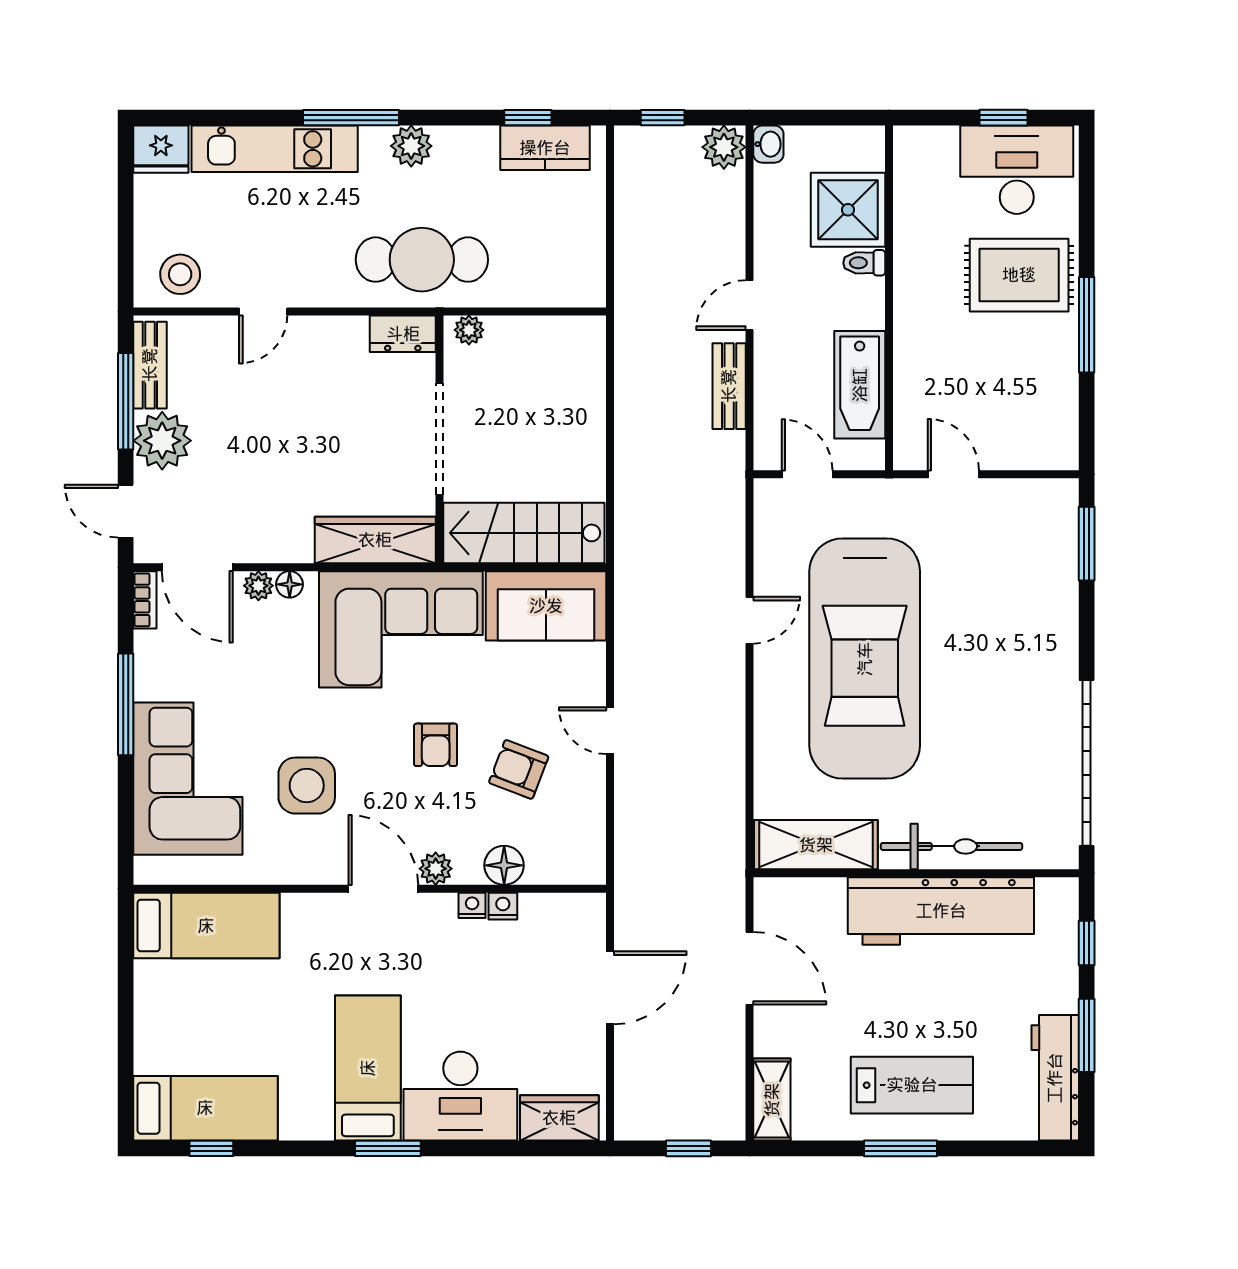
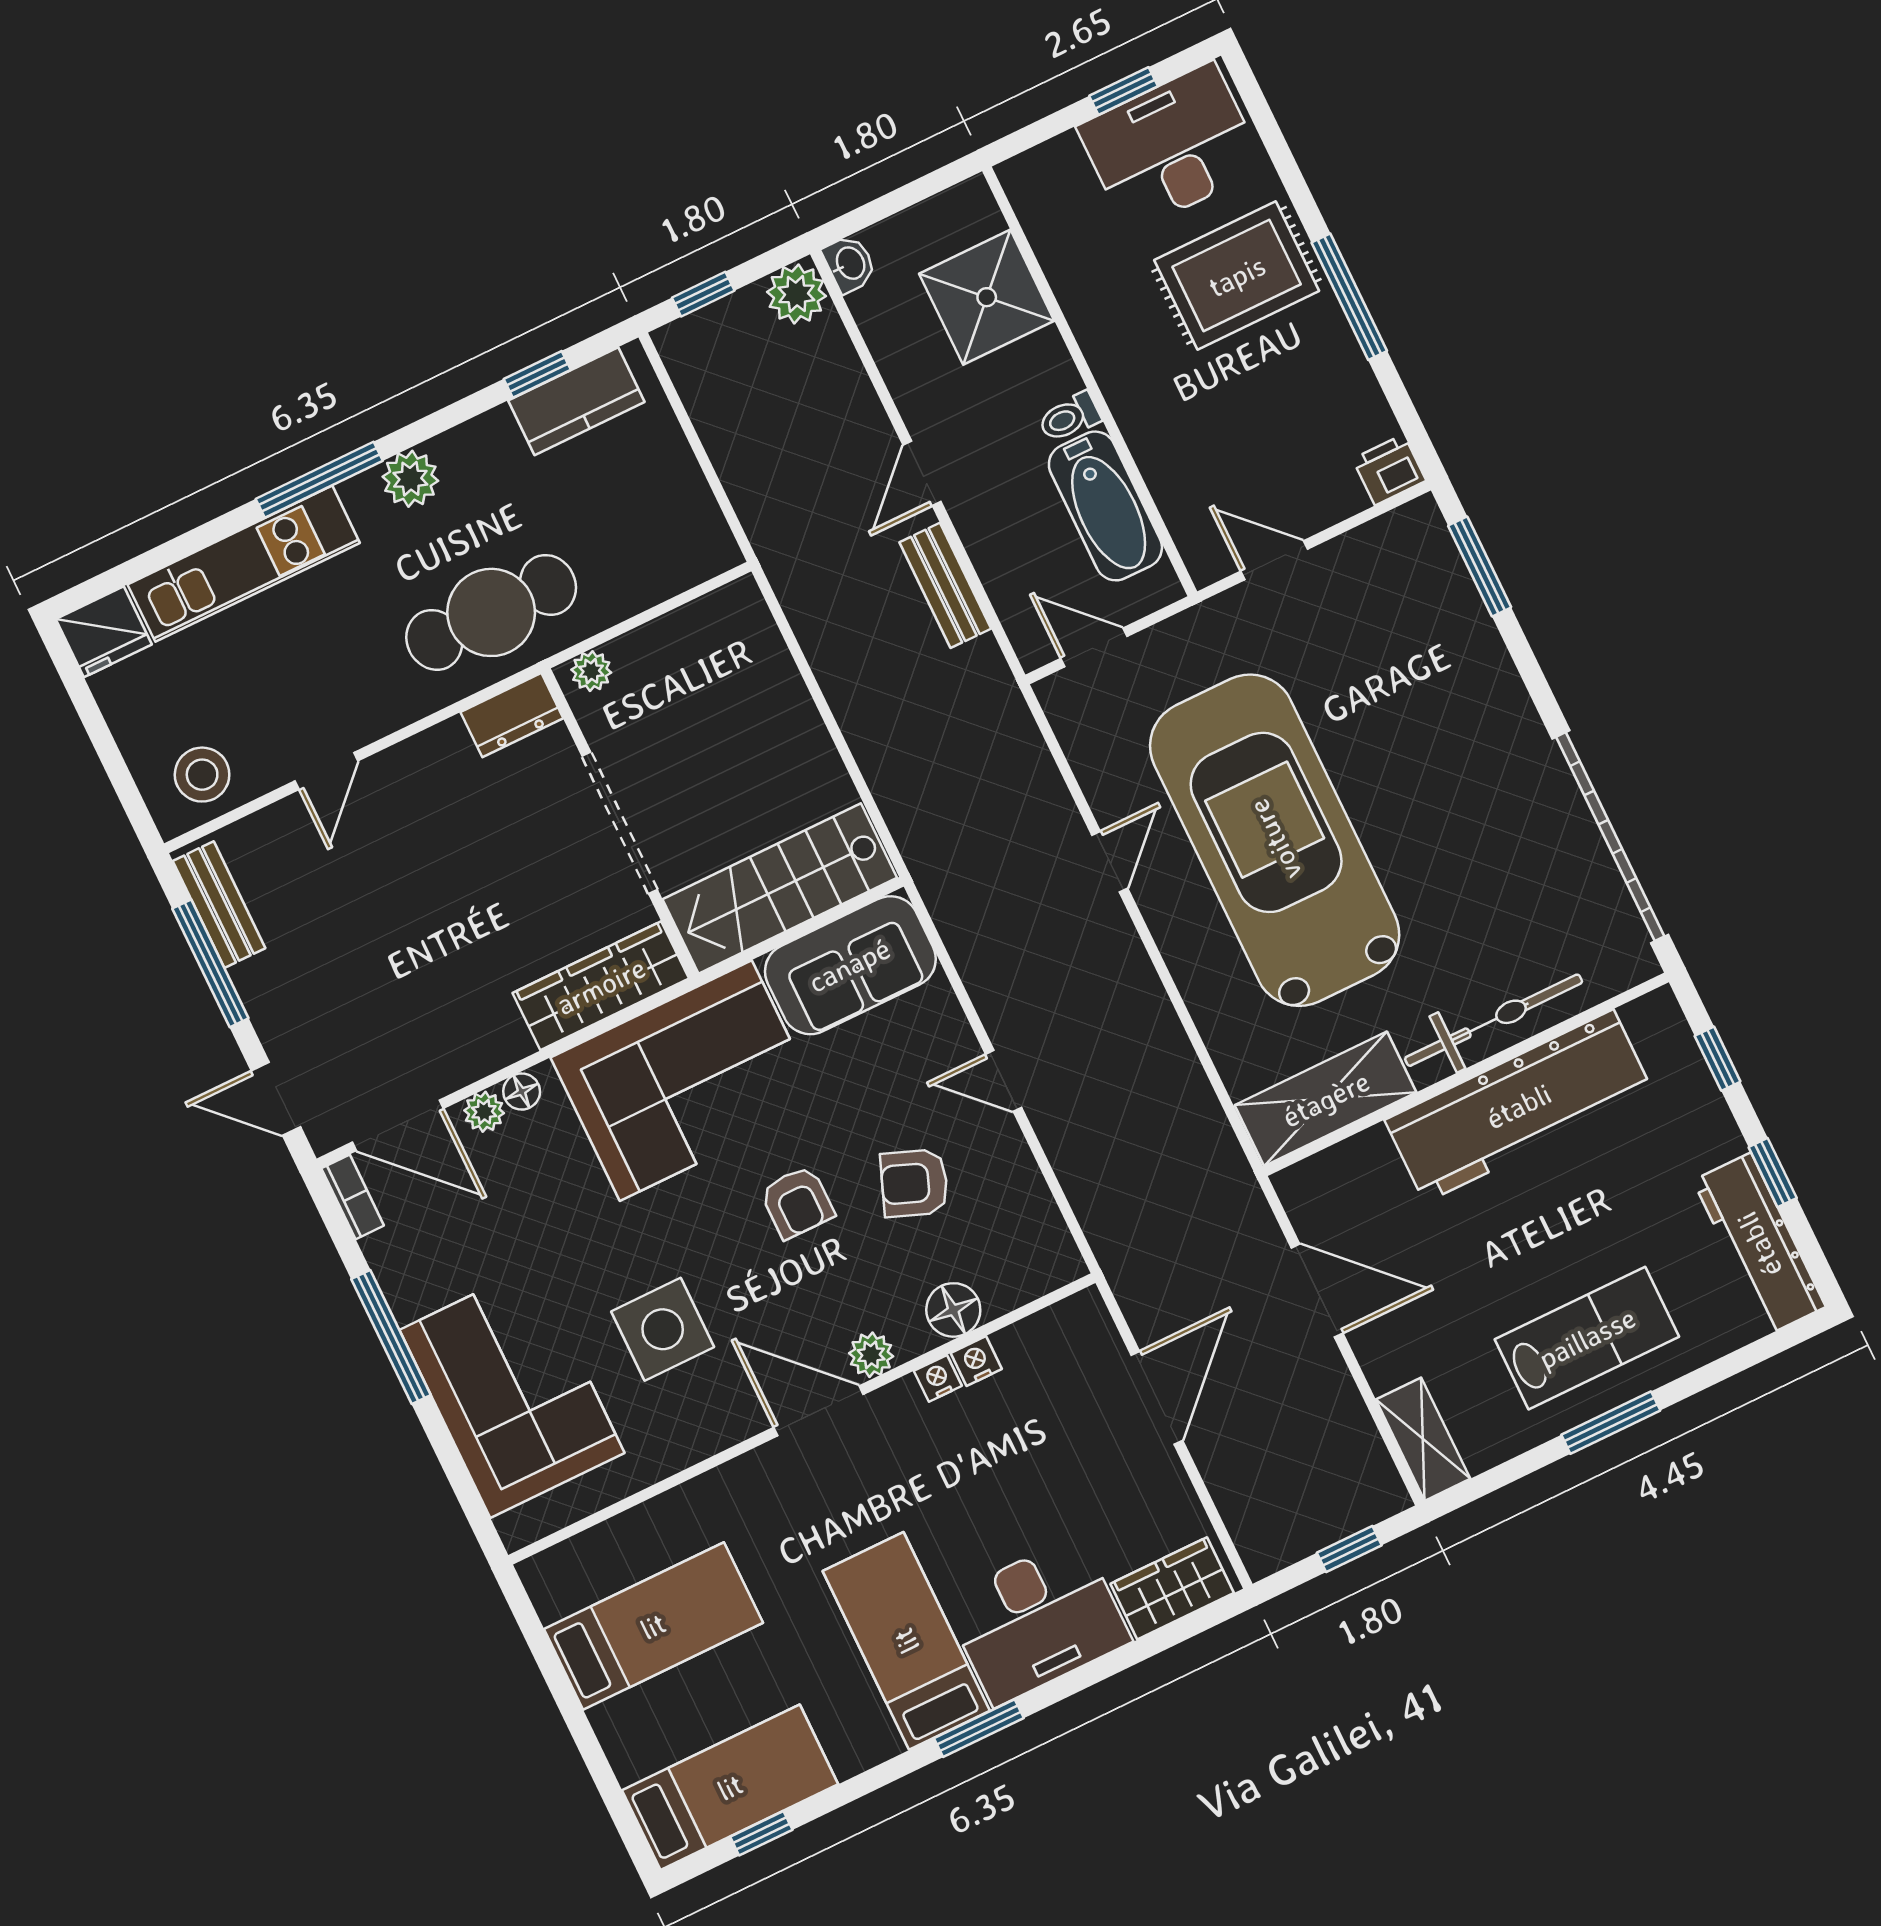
toilet: (864, 263) -> (1069, 417), moved
plant: (162, 441) -> (279, 990), removed
printer: (1058, 451) -> (1389, 470), added
car: (865, 659) -> (1275, 840), turned 180
bed: (206, 926) -> (653, 1626), moved
window: (1087, 1035) -> (1773, 1173), width x0.67

